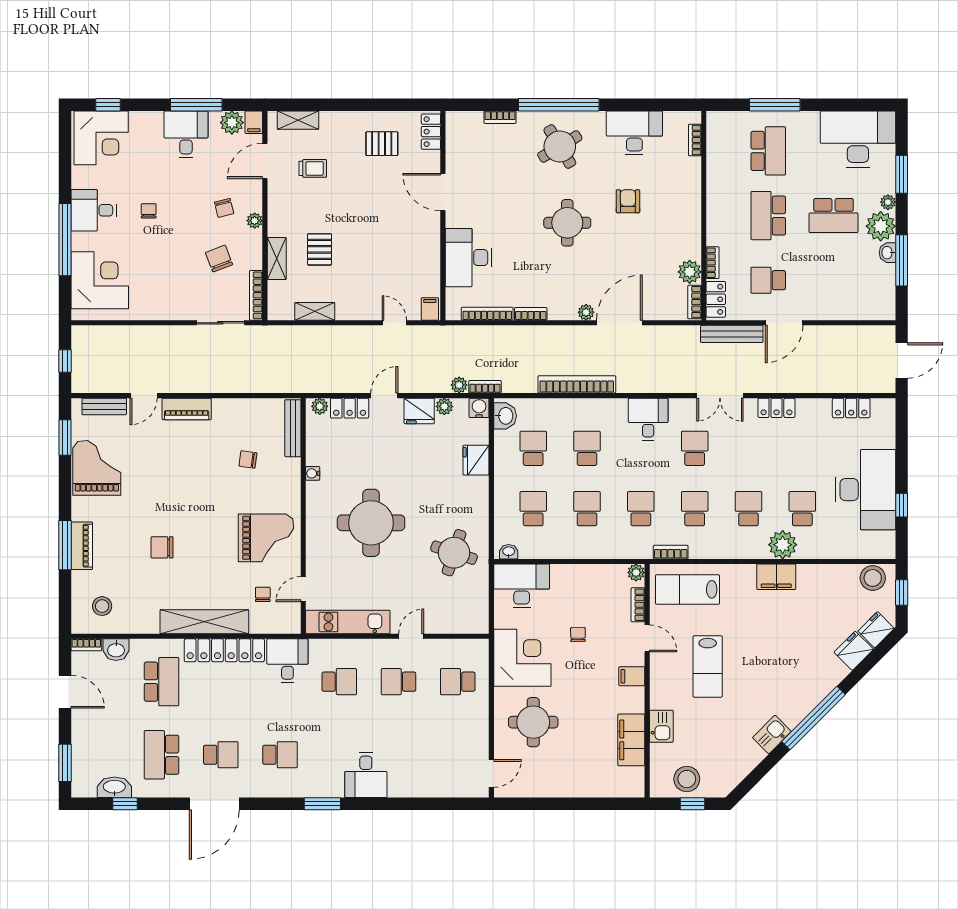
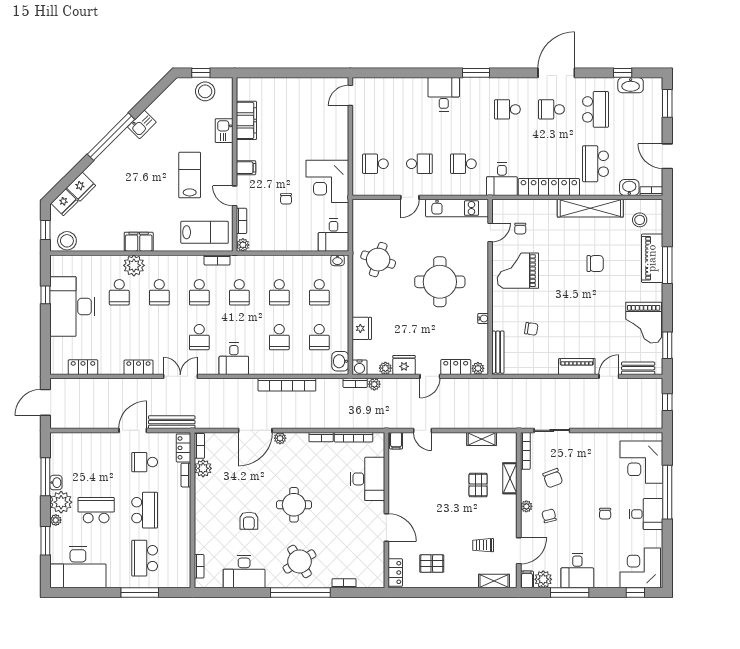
school desk: (768, 280) -> (145, 462), turned 180
piano: (82, 546) -> (652, 258), width x1.37, depth x1.33
desk: (522, 586) -> (333, 235), width x0.73
shelving: (204, 622) -> (590, 208), moved
school desk: (458, 682) -> (375, 164), turned 180
round table: (533, 722) -> (319, 134), removed

